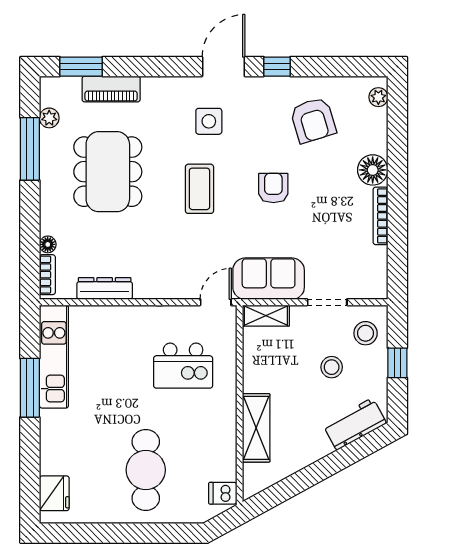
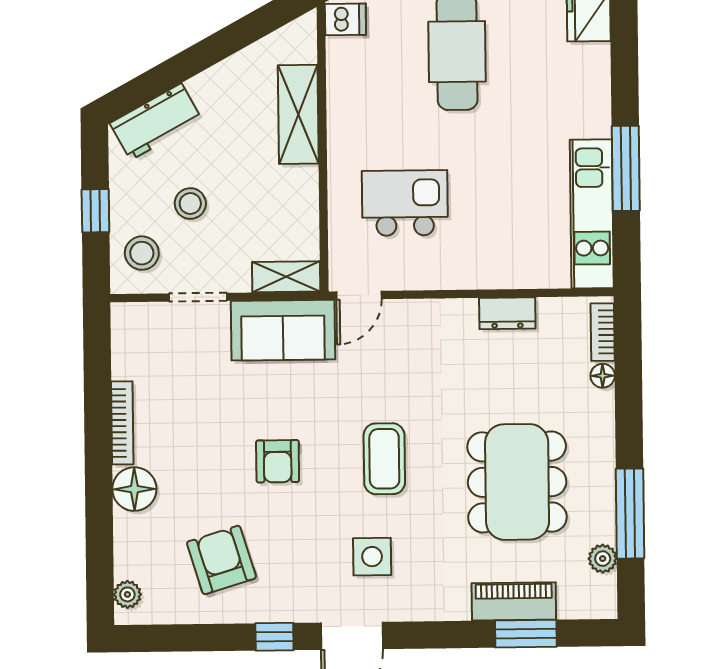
window: (81, 67) -> (526, 634), moved
dresser: (105, 288) -> (507, 313), width x0.70

